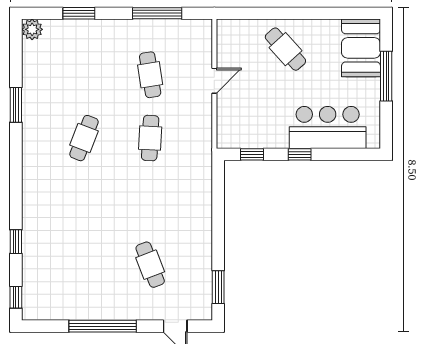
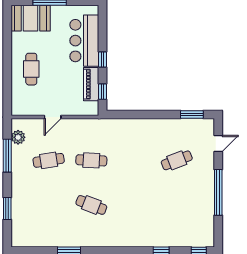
plant: (32, 29) -> (18, 137), moved
cafe table: (285, 49) -> (31, 69), turned -48
door: (214, 81) -> (53, 117), swing flipped
piano: (263, 138) -> (91, 84), added

